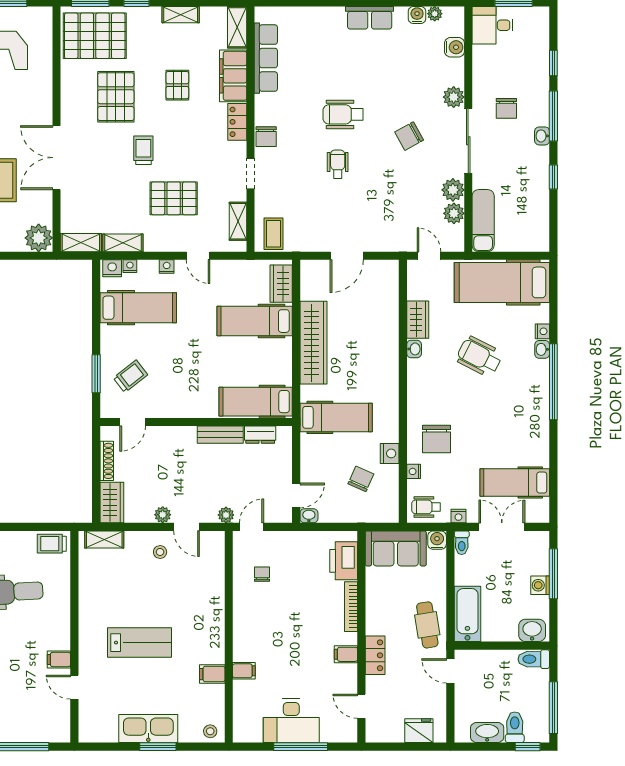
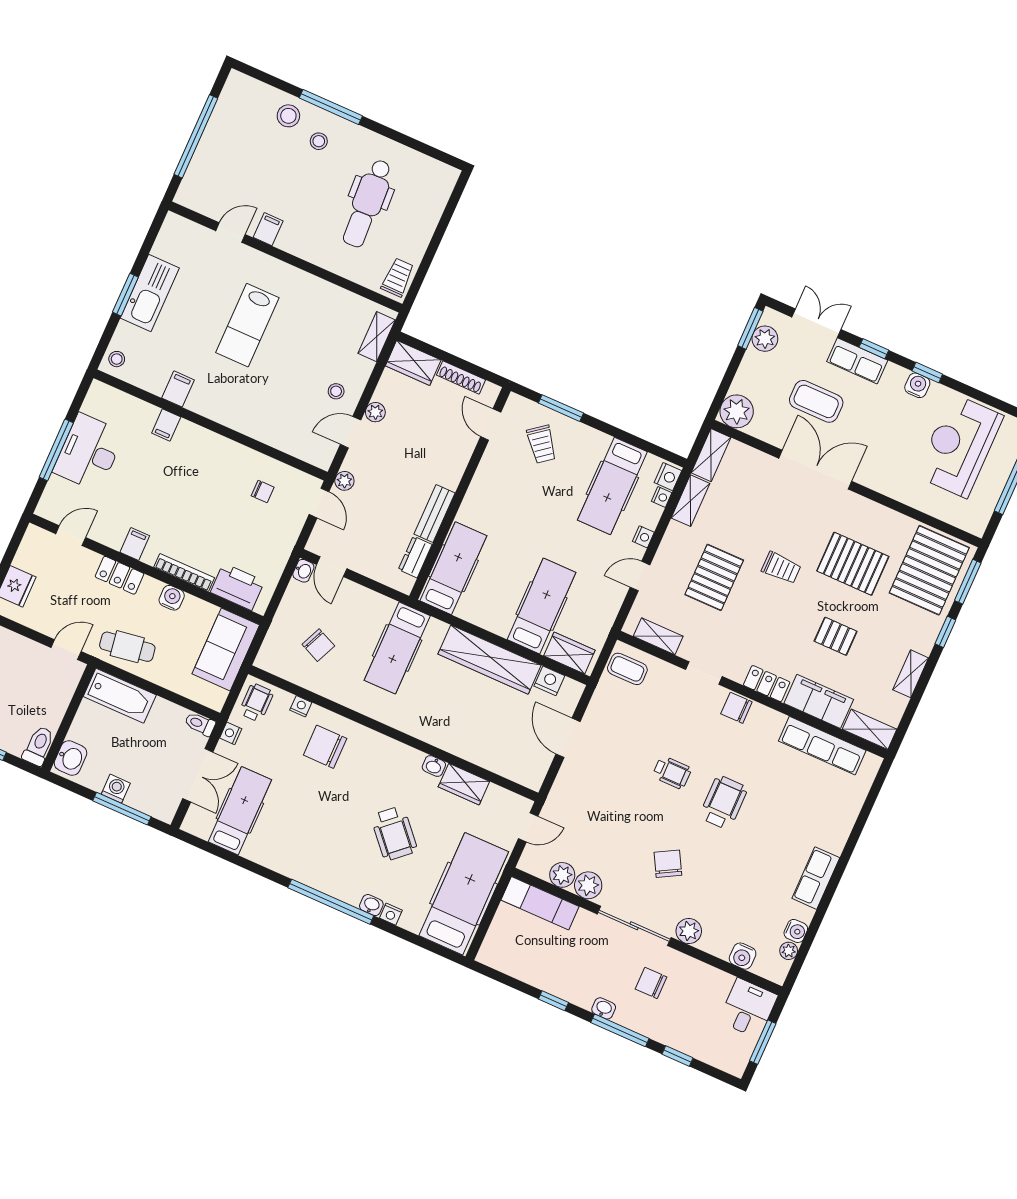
wheelchair: (479, 357) -> (394, 833), turned 111
nightstand: (390, 453) -> (549, 681), moved, turned 180
water cooler: (437, 540) -> (172, 598), moved, turned -90

